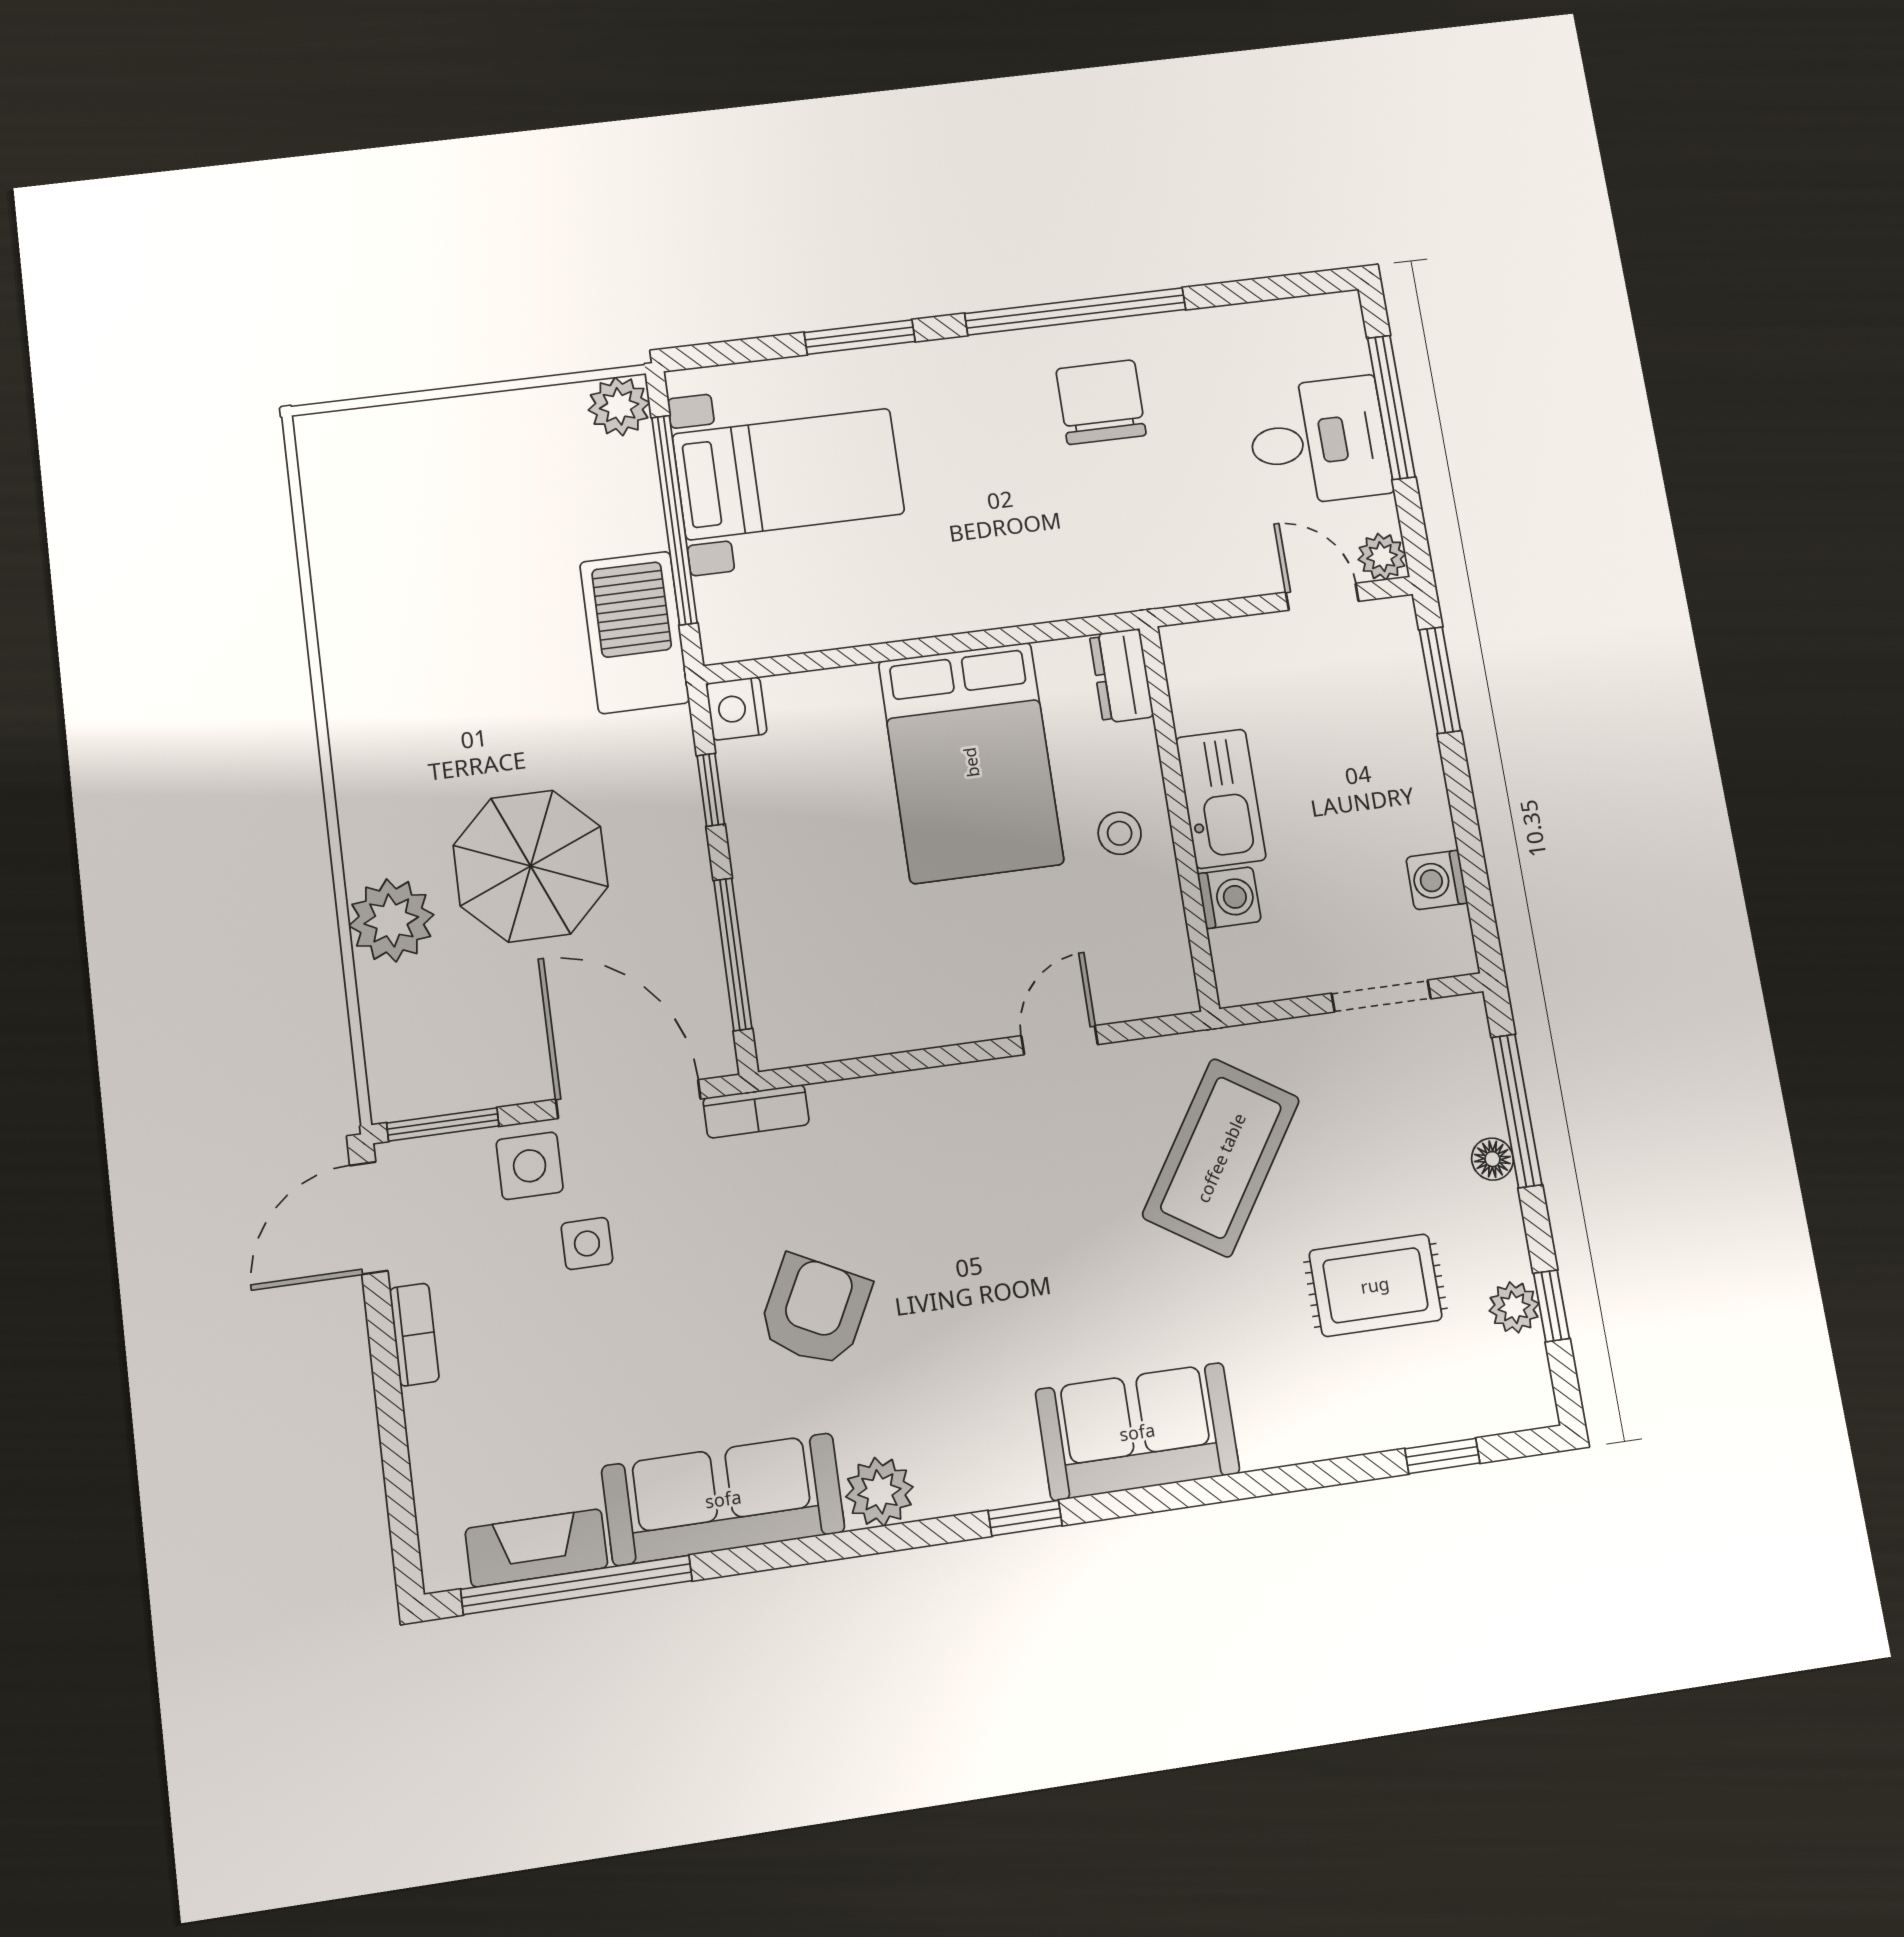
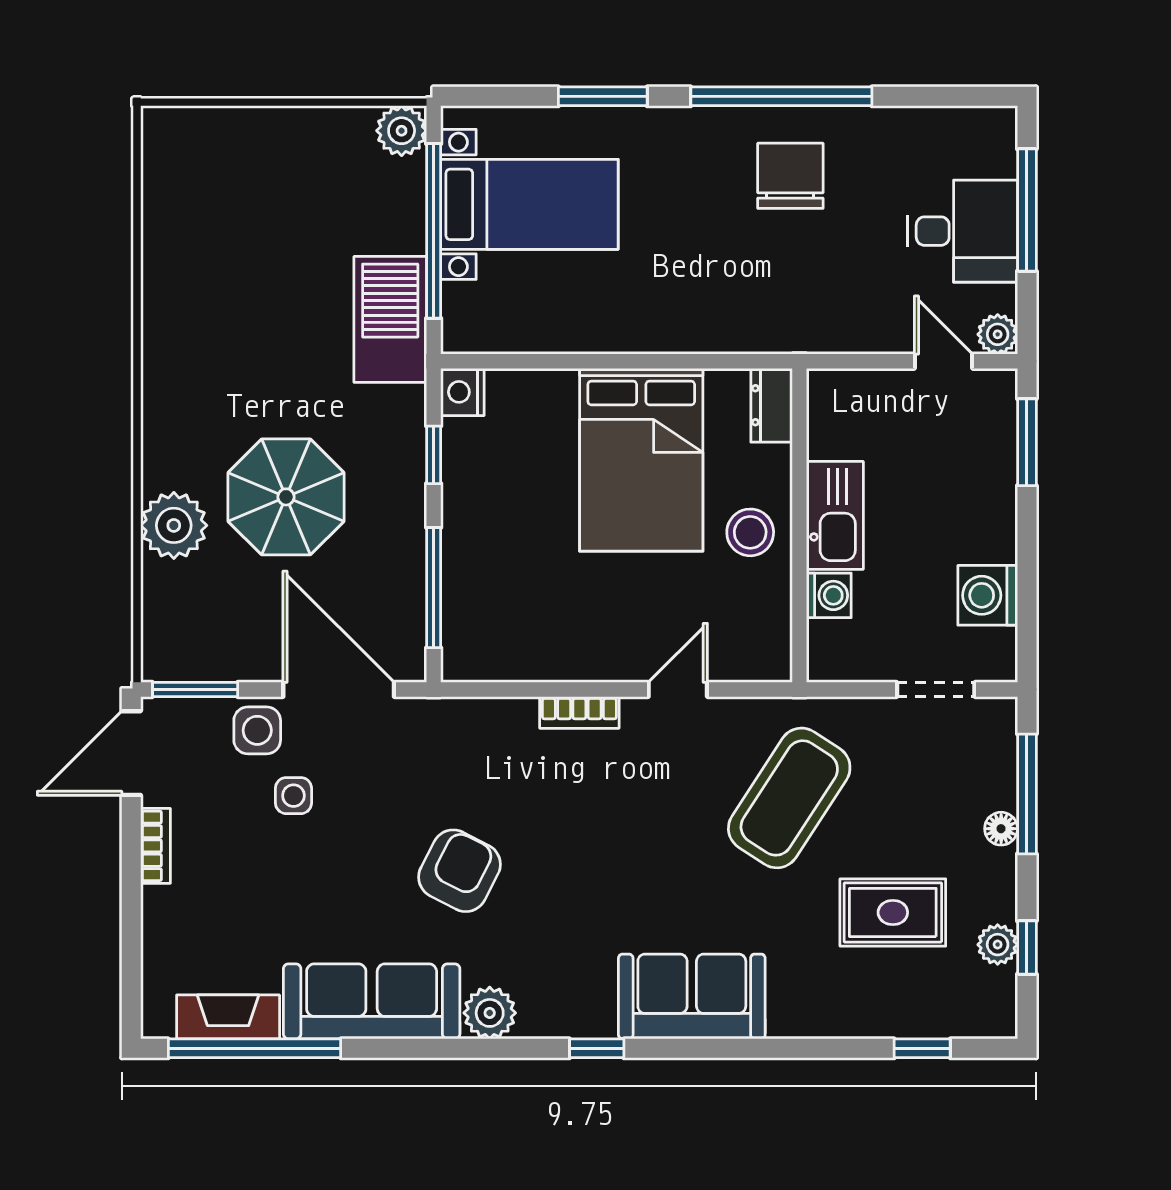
stool: (1120, 833) -> (750, 532), width x1.37, depth x1.37
washing machine: (1437, 880) -> (988, 595), width x1.38, depth x1.38
bookcase: (756, 1111) -> (579, 712), moved

